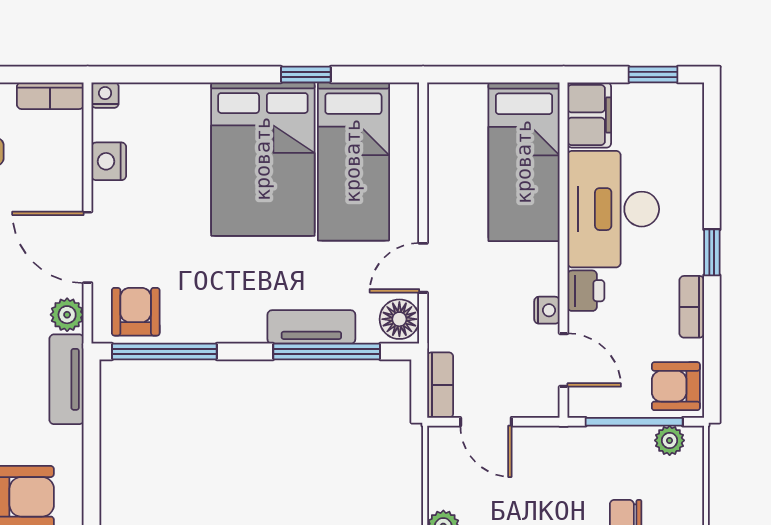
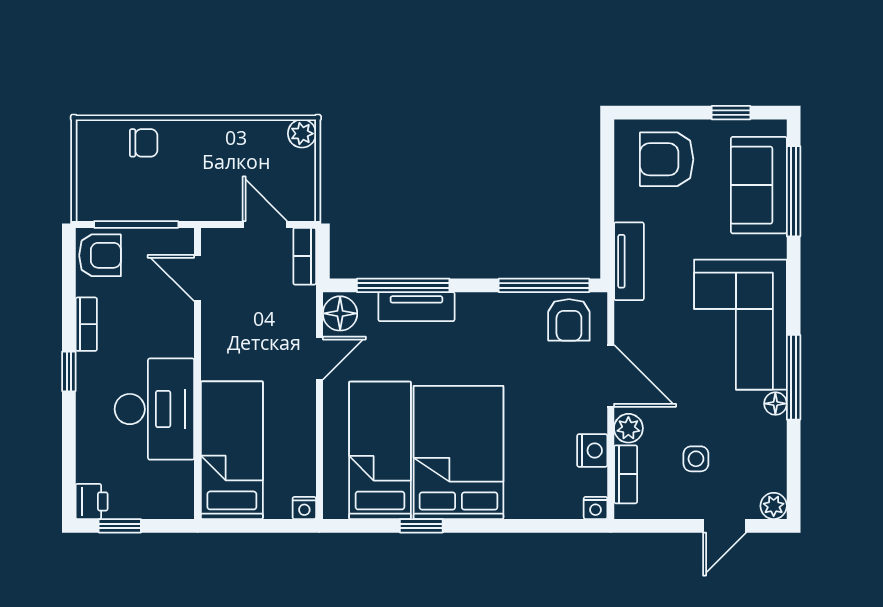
bookcase: (50, 96) -> (626, 474), moved, turned 90
filing cabinet: (589, 115) -> (175, 491), removed
printer: (586, 291) -> (92, 501), moved, turned 180
nightstand: (547, 310) -> (304, 508), moved, turned -90
plant: (67, 315) -> (628, 428), moved
plant: (670, 440) -> (106, 208), removed

